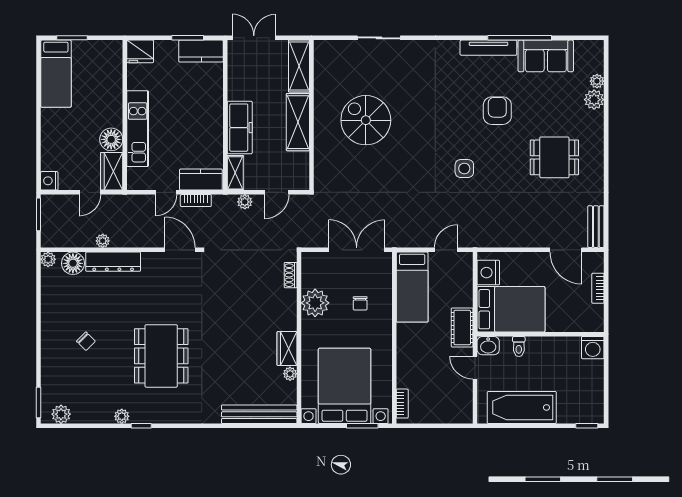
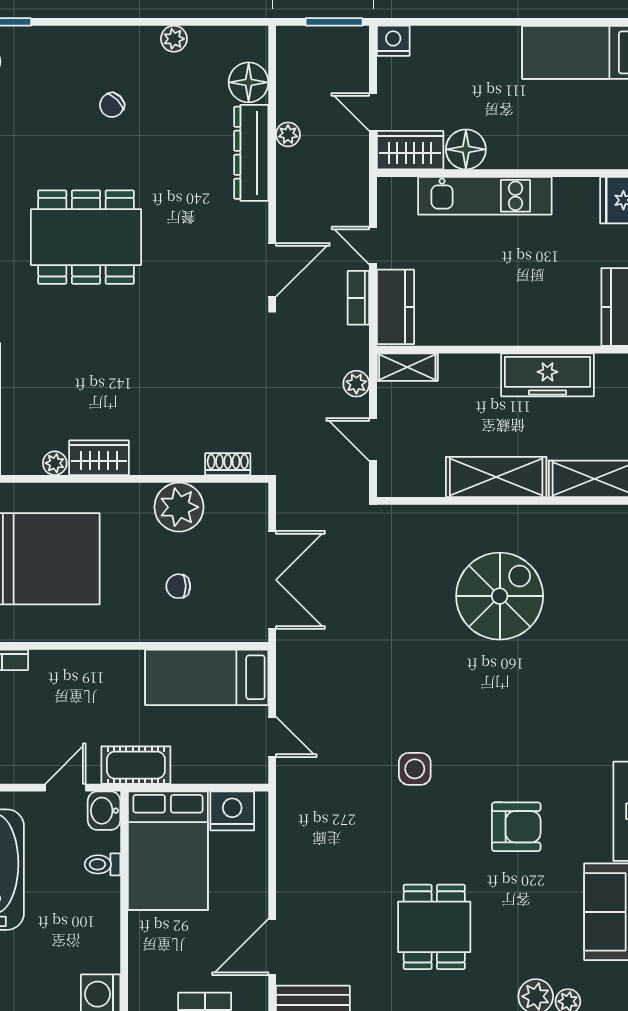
freezer: (240, 128) -> (547, 375), moved
plant: (48, 259) -> (174, 39), moved

